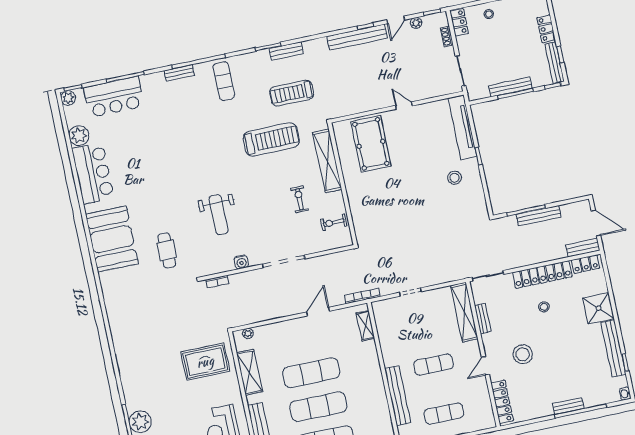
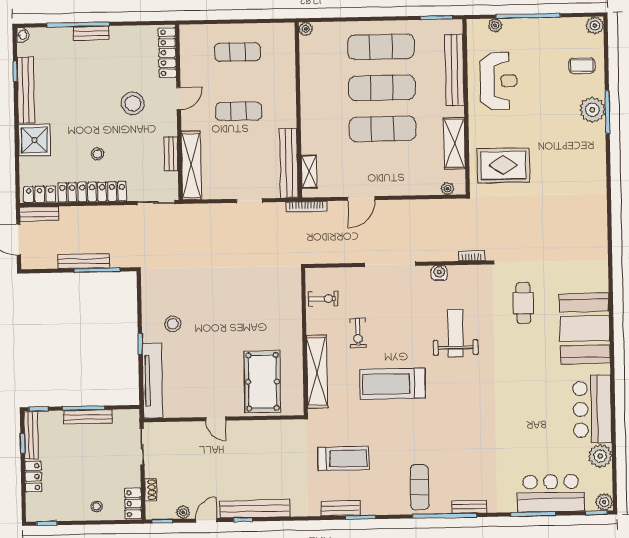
treadmill: (271, 139) -> (392, 384), moved
bench: (398, 396) -> (289, 163), moved

